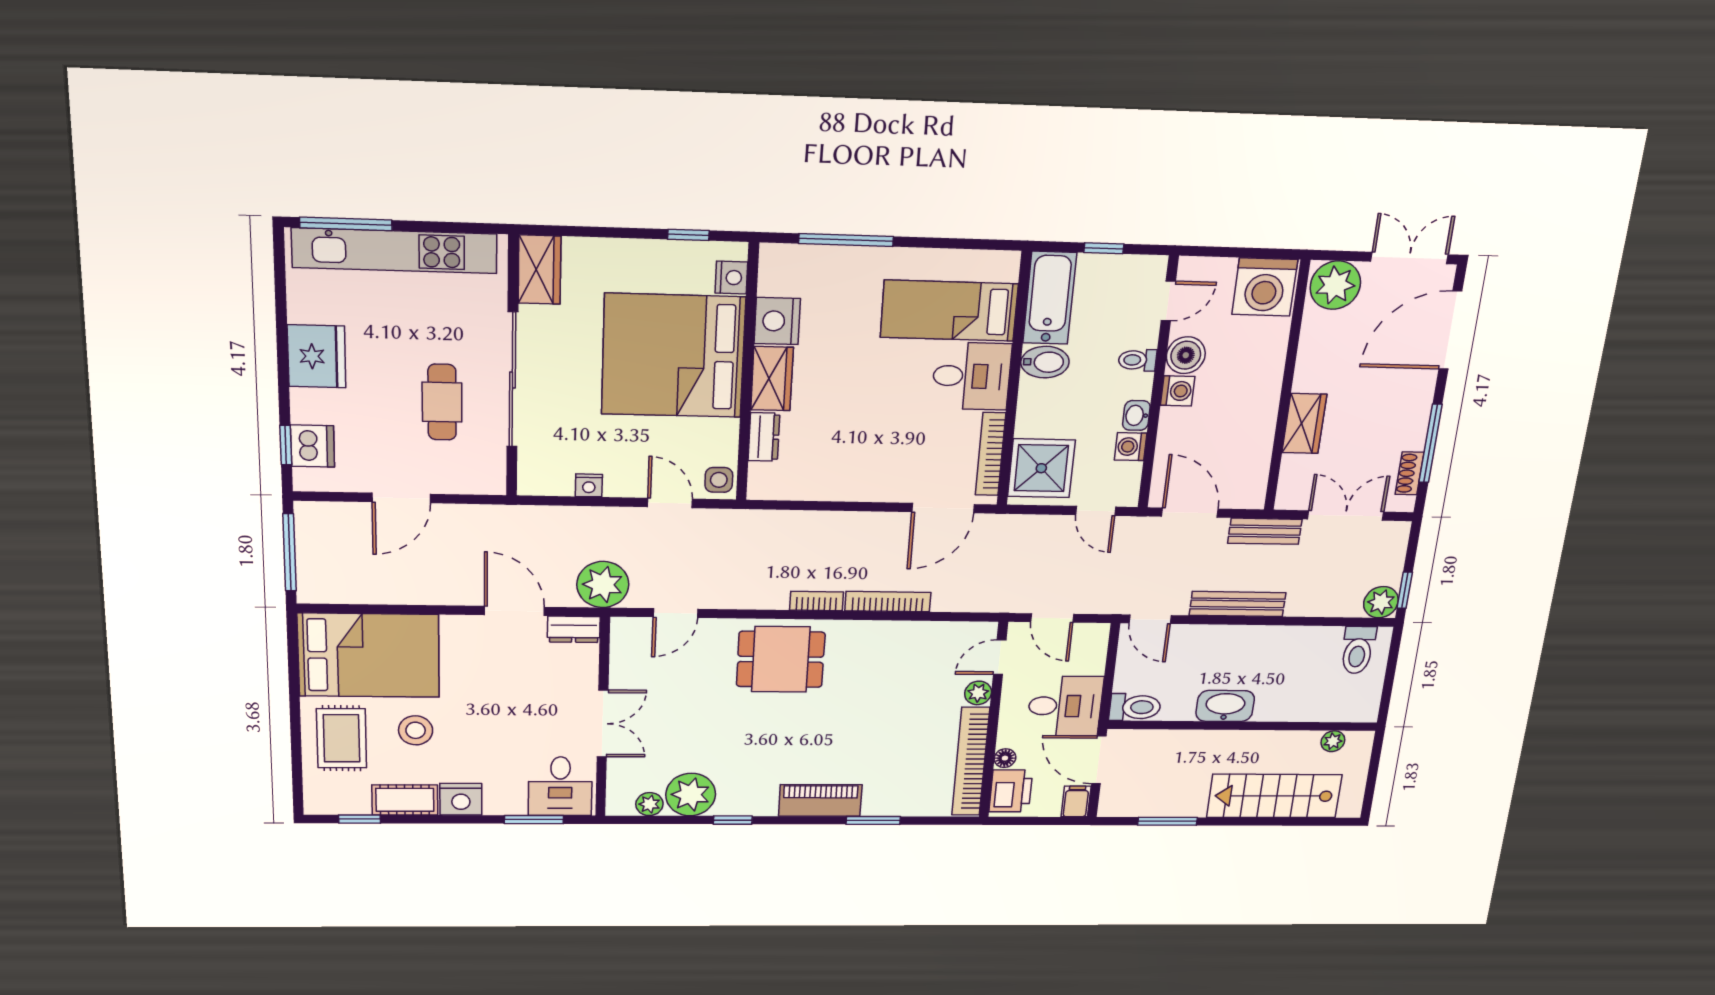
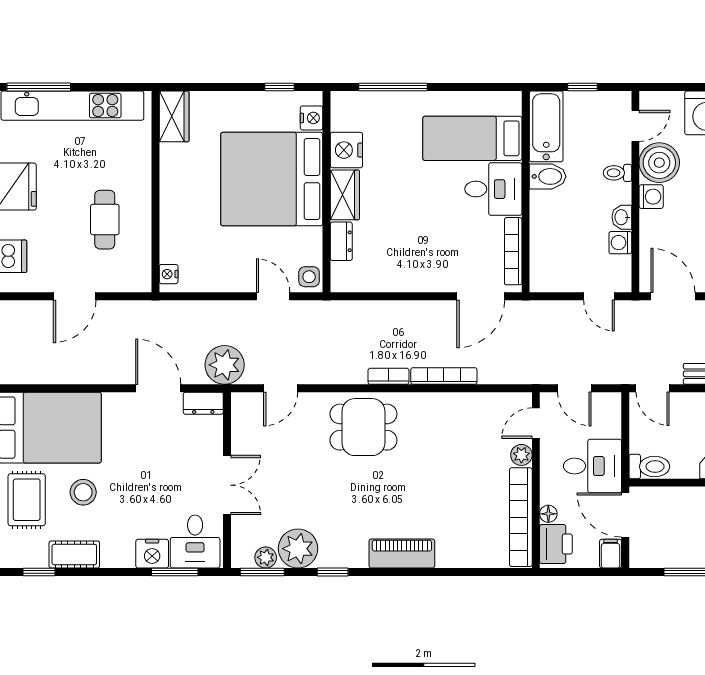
boiler: (1186, 355) -> (659, 163), width x1.37, depth x1.37
sliding door: (512, 380) -> (156, 201), removed
shower: (1041, 468) -> (553, 262), removed
nightstand: (589, 485) -> (169, 274), moved, turned 90
nightstand: (461, 799) -> (152, 554), moved
window: (873, 820) -> (262, 572), moved

